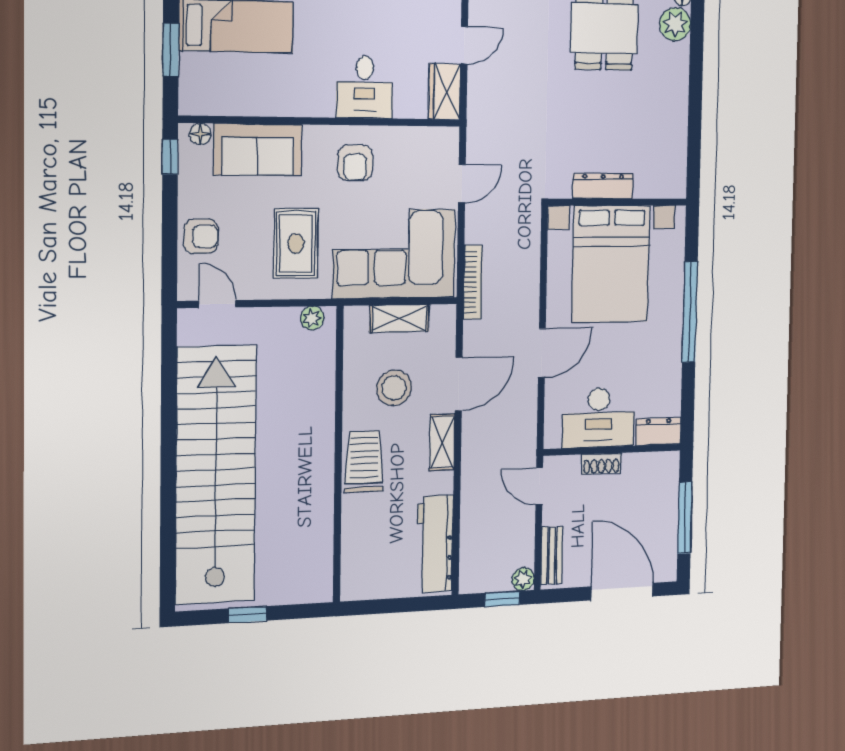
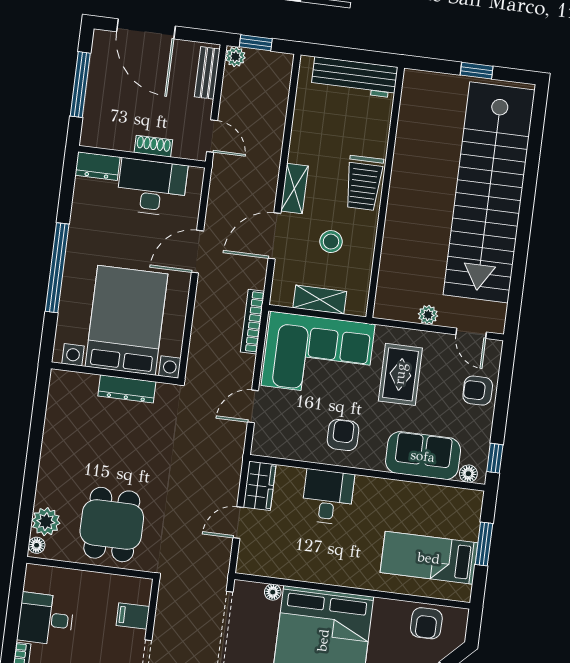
plant: (312, 318) -> (428, 315), moved
stool: (394, 388) -> (331, 242), width x0.73, depth x0.73
workbench: (435, 544) -> (354, 77), moved, turned 90

